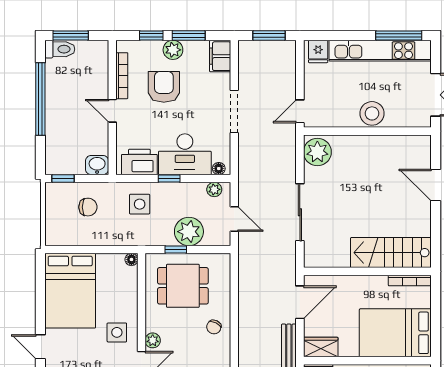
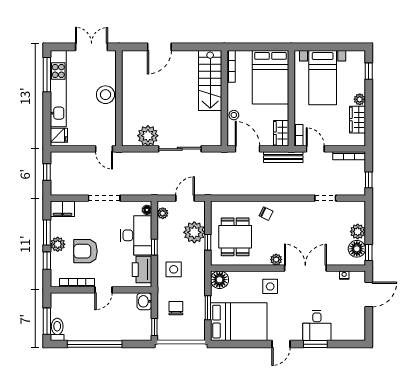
window: (269, 36) -> (47, 172), width x0.67
plant: (317, 152) -> (148, 136), moved
window: (89, 250) -> (208, 308), added
floor lamp: (131, 259) -> (220, 280), width x1.89, depth x1.89
stool: (345, 284) -> (234, 115), added

